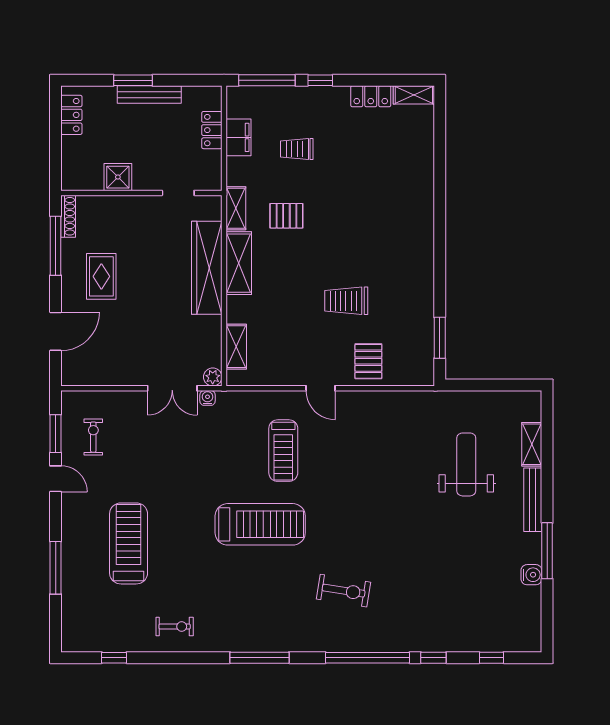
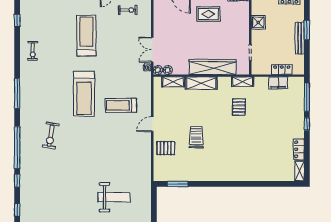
trolley: (297, 149) -> (272, 112), removed
shelving: (239, 263) -> (201, 83), moved
plant: (213, 357) -> (168, 70), added
treadmill: (129, 543) -> (86, 36), moved, turned -90

